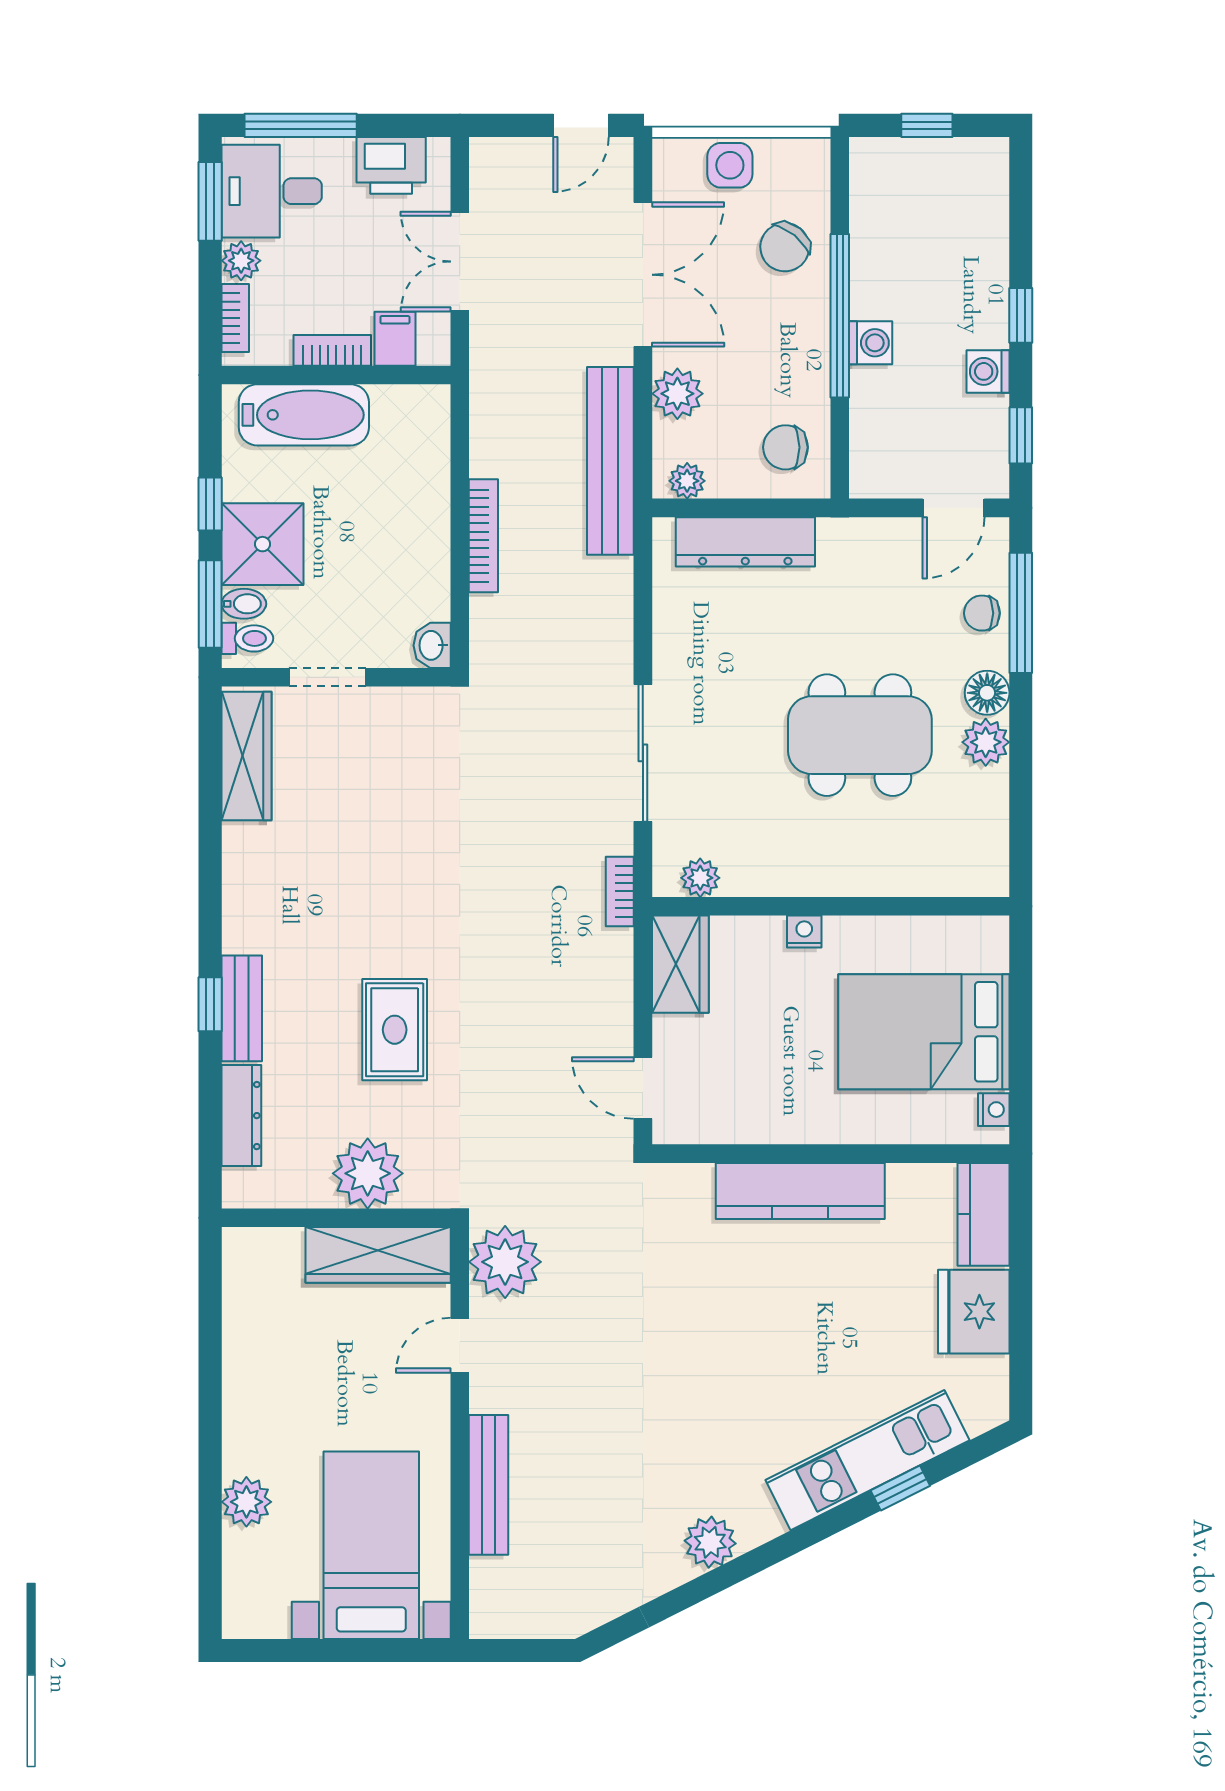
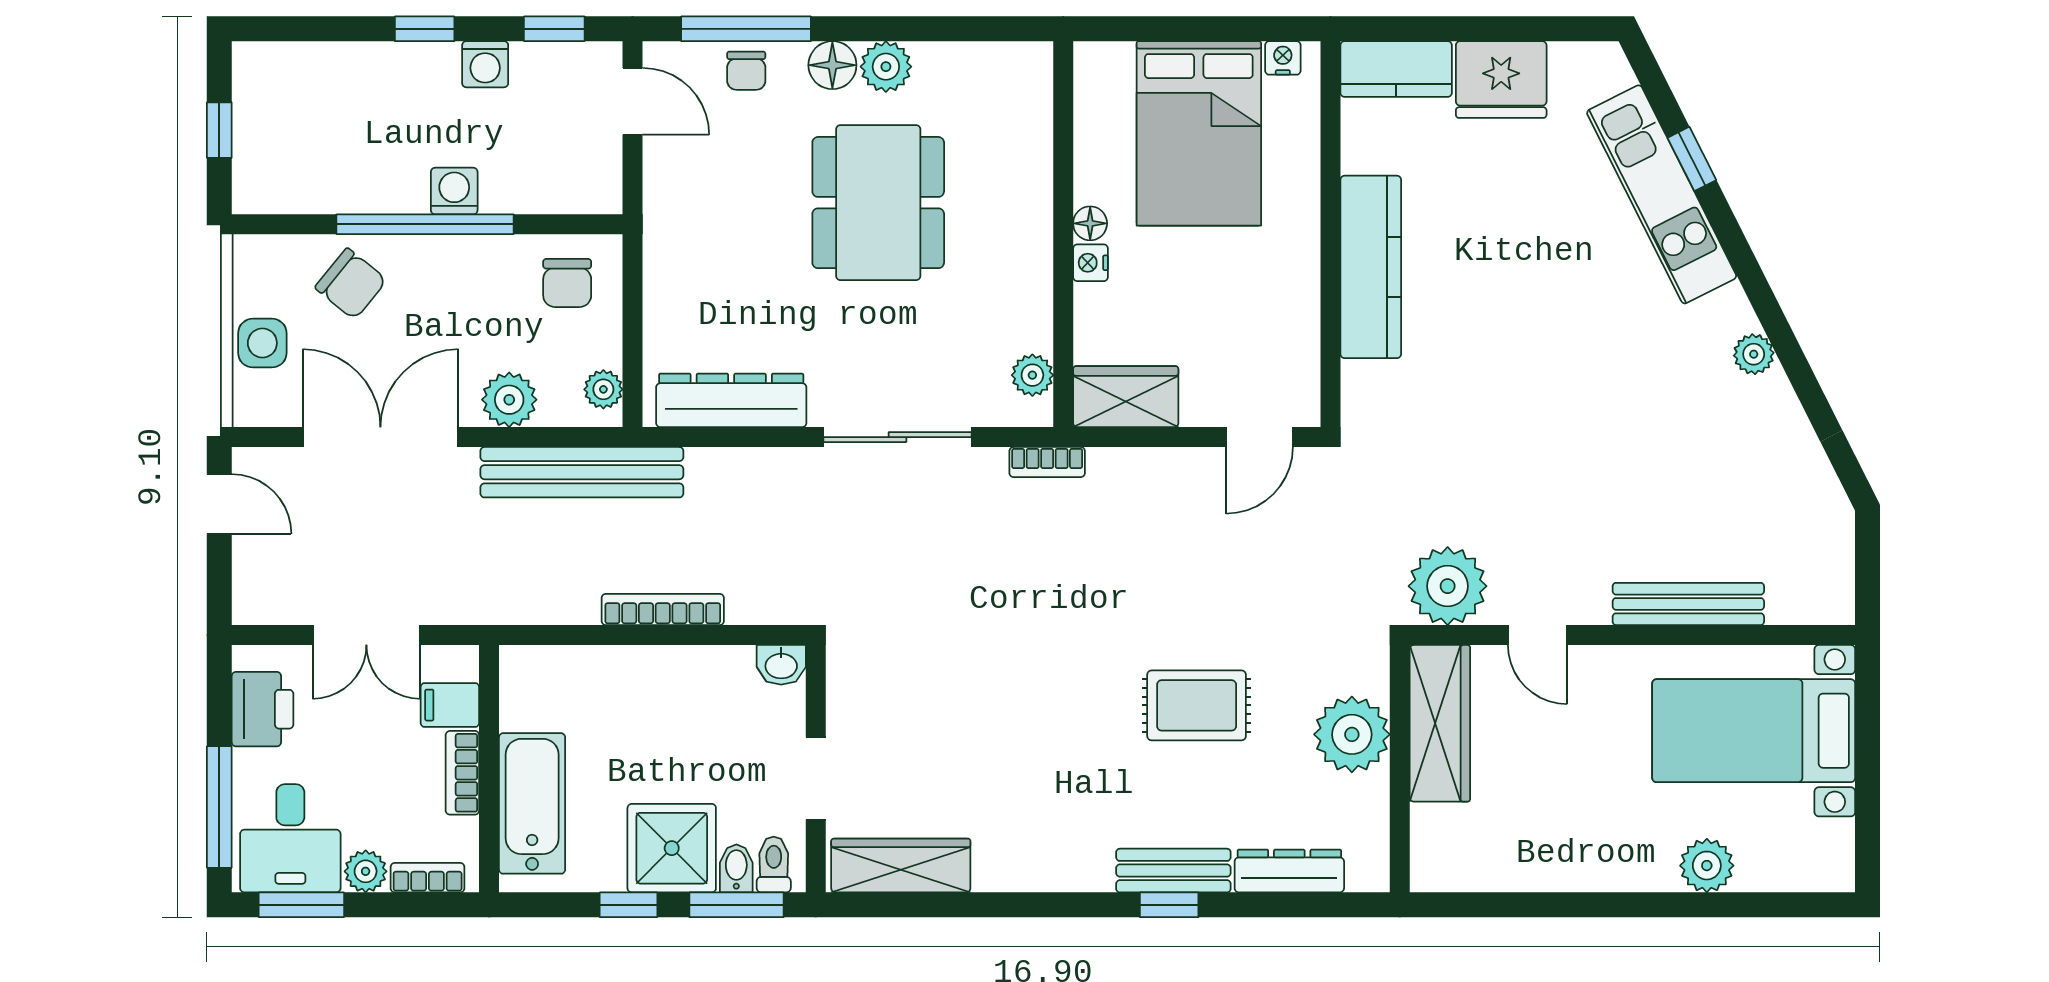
dresser: (745, 542) -> (731, 400), moved, turned -90
floor lamp: (841, 931) -> (1090, 223), added
plant: (710, 1542) -> (1754, 354), width x0.73, depth x0.73

